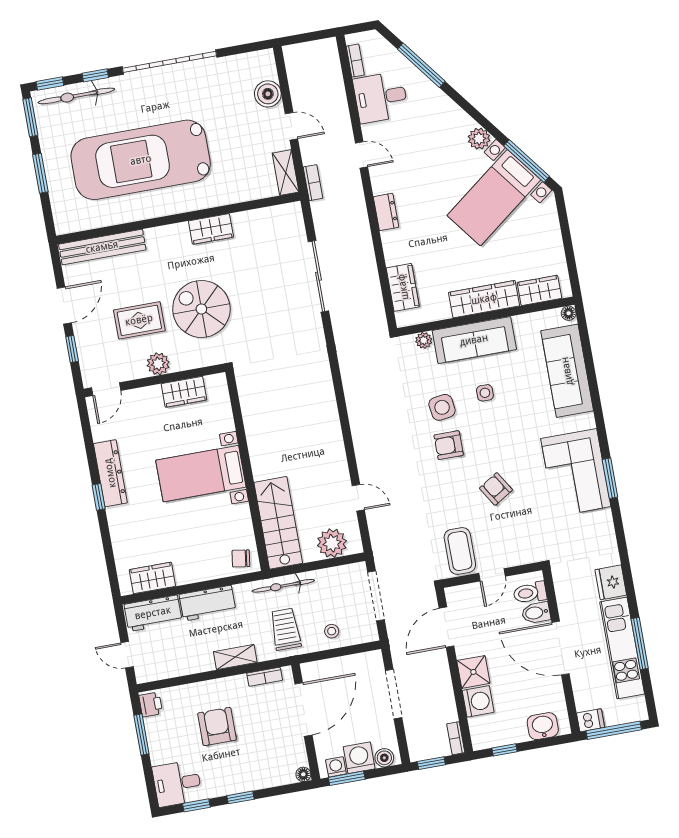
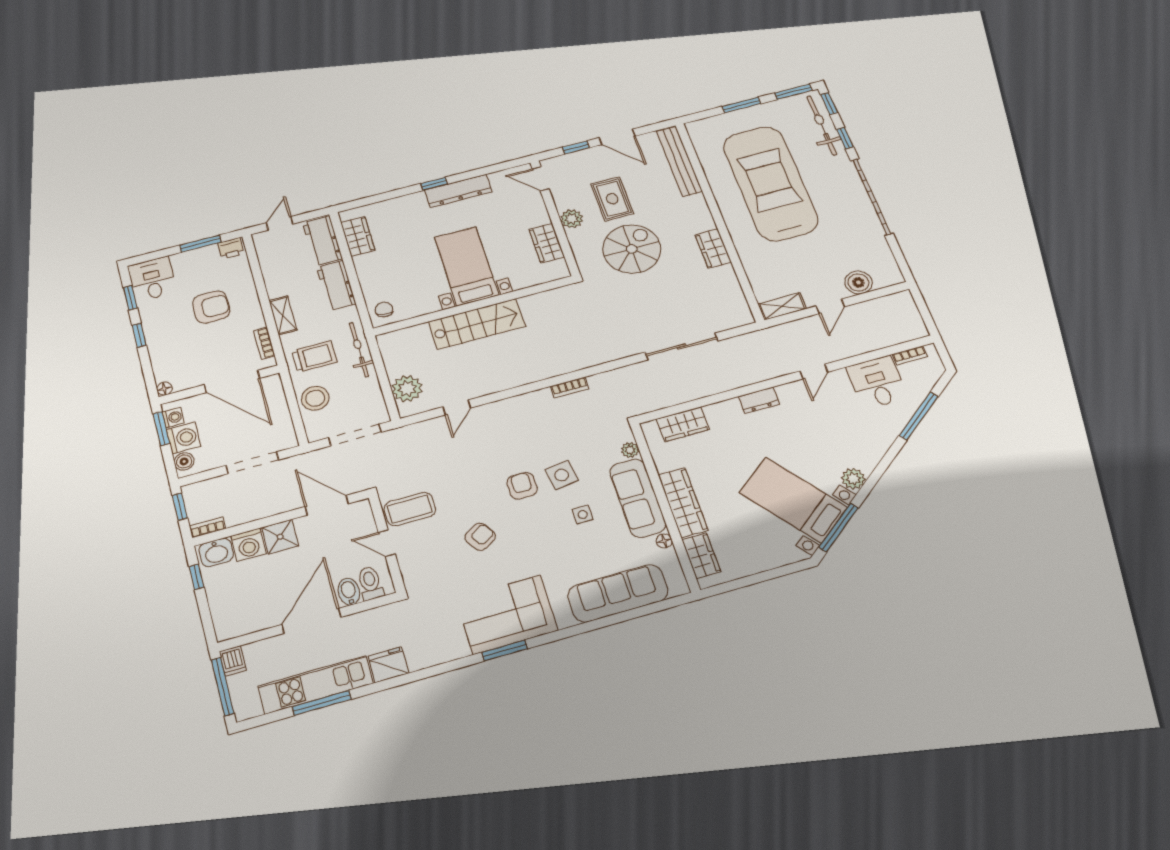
bookcase: (313, 183) -> (570, 387), moved
floor lamp: (569, 313) -> (664, 541), moved
stairs: (278, 523) -> (477, 324), moved
stool: (332, 631) -> (315, 398), width x1.89, depth x1.89
washbasin: (543, 726) -> (216, 552), moved, turned 90

